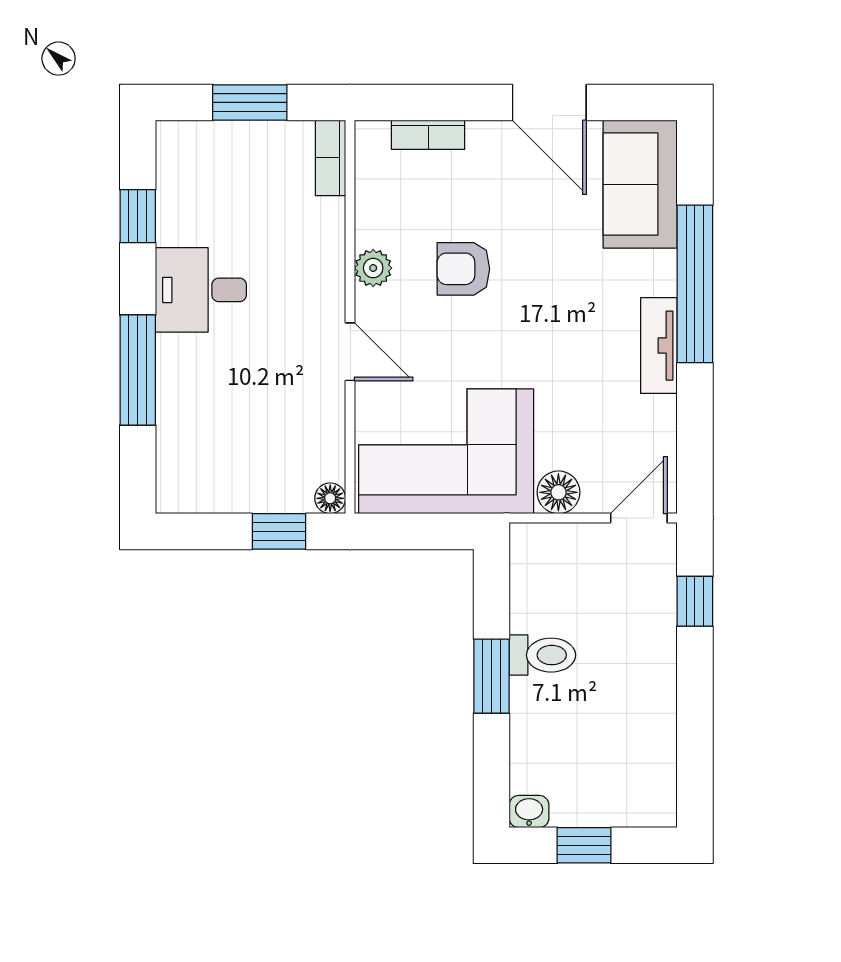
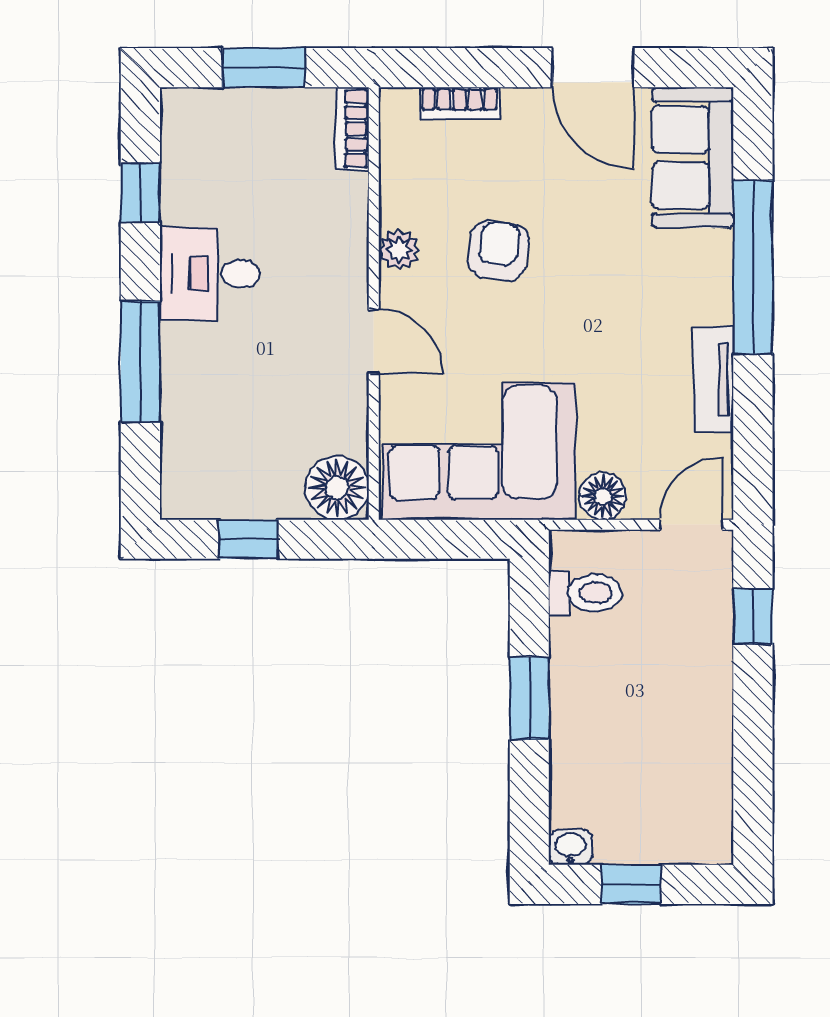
armchair: (463, 269) -> (498, 251), turned 98
tv unit: (659, 346) -> (713, 379), moved
floor lamp: (330, 498) -> (337, 488), width x1.89, depth x1.89
window: (279, 531) -> (248, 539), moved
toilet: (542, 655) -> (585, 593), moved

